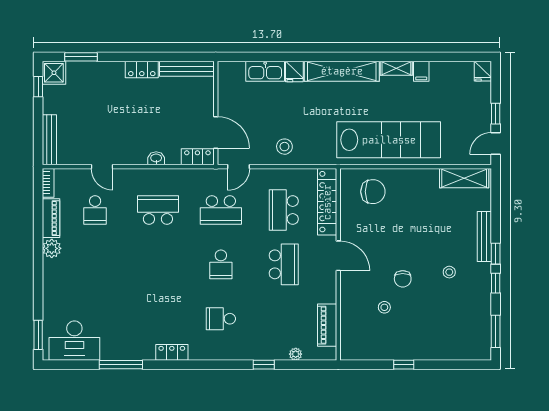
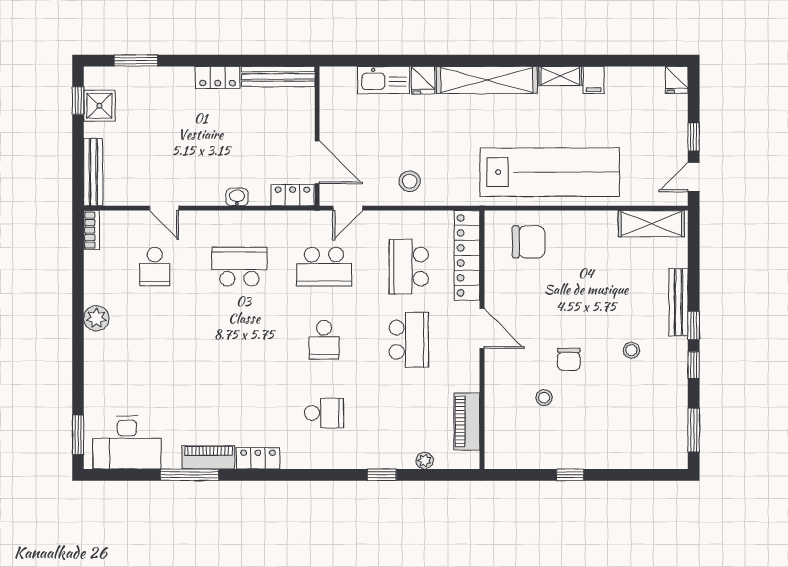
shower: (54, 73) -> (99, 106), moved
piano: (51, 218) -> (208, 457), moved, turned -90
school desk: (221, 319) -> (324, 413), turned 180

